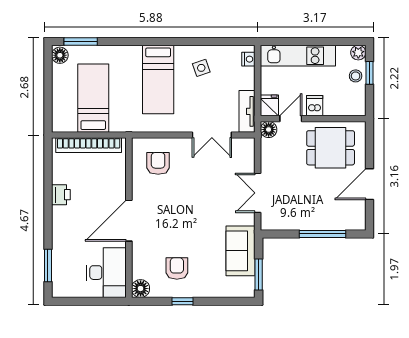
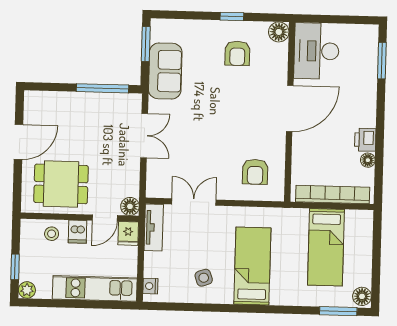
stool: (356, 76) -> (52, 234), moved
floor lamp: (58, 177) -> (368, 160), added
window: (322, 234) -> (103, 88), moved

